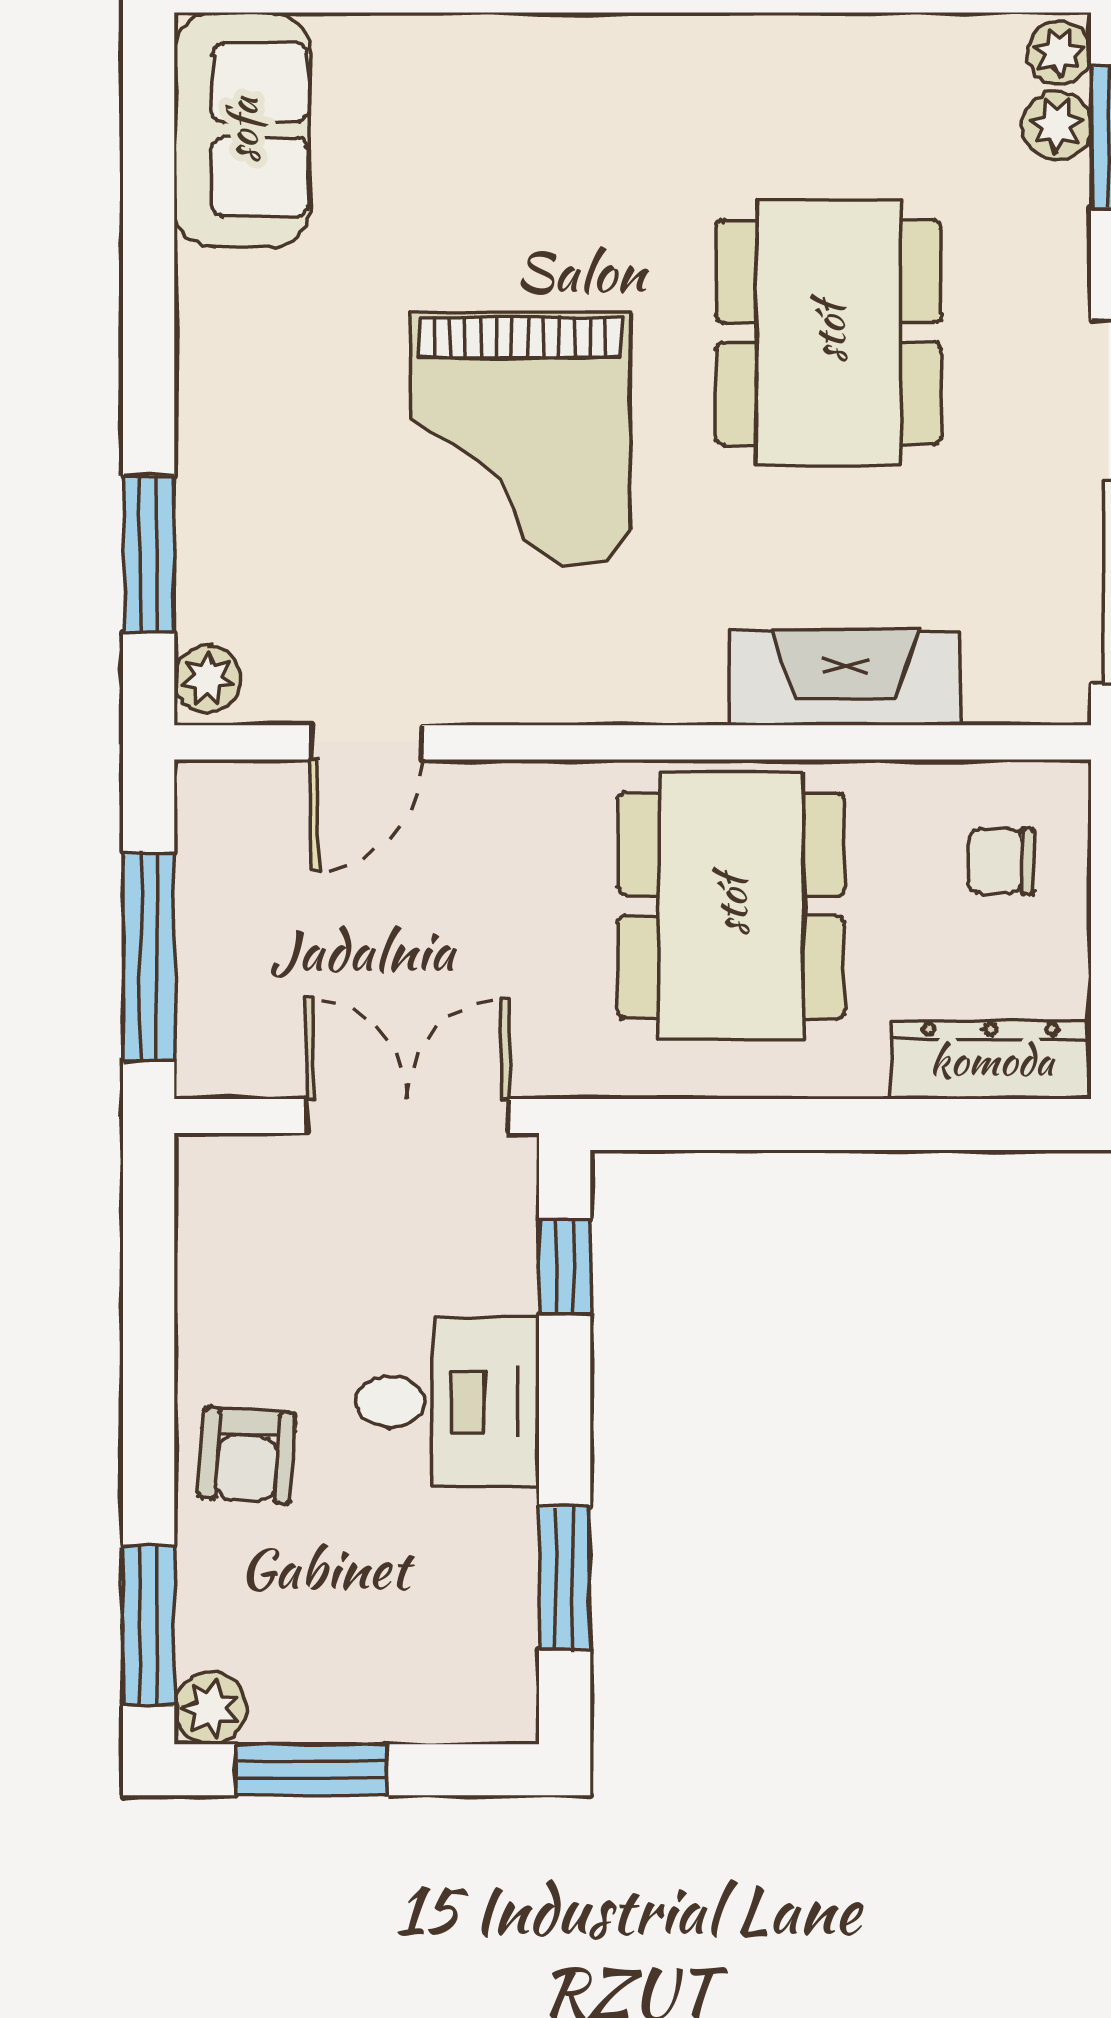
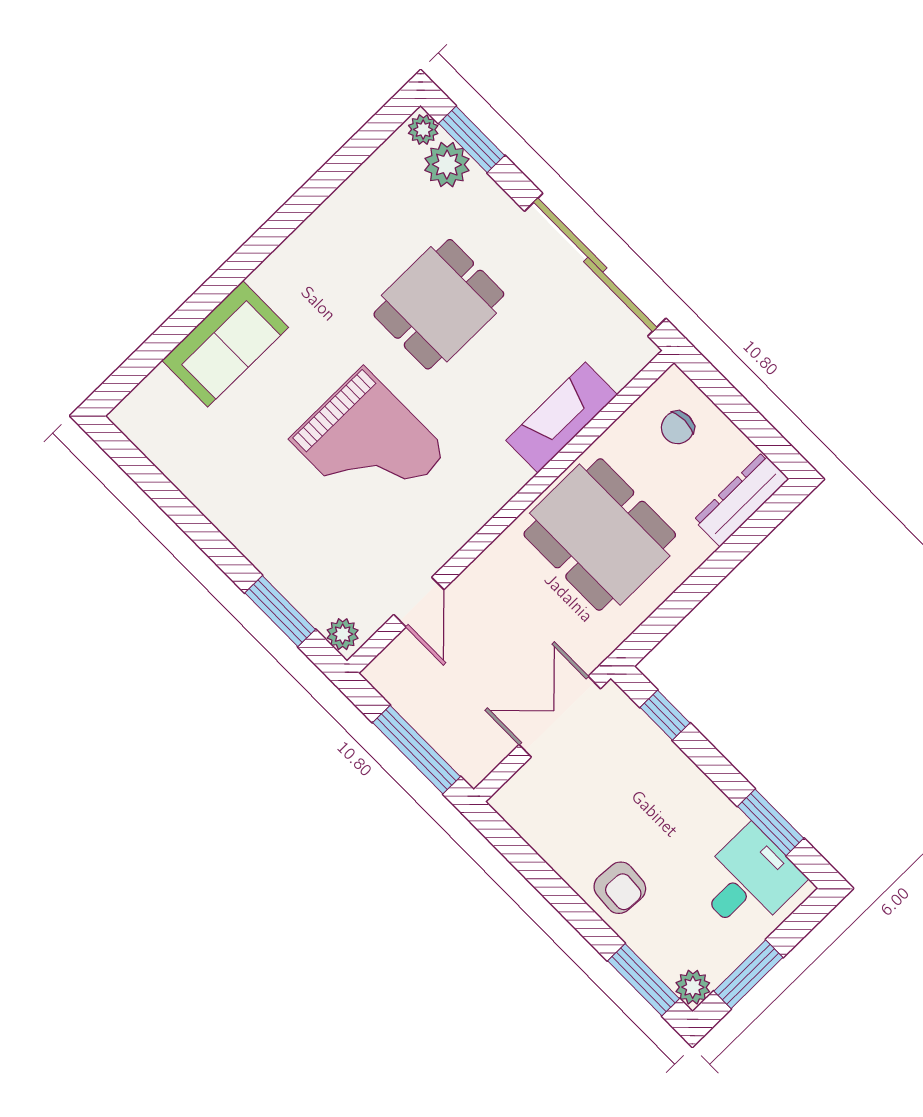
plant: (1057, 125) -> (447, 165), width x1.38, depth x1.38
sofa: (242, 130) -> (225, 344), moved, turned 90
dining table: (829, 333) -> (439, 304), width x0.73
desk: (447, 1402) -> (749, 881), moved

